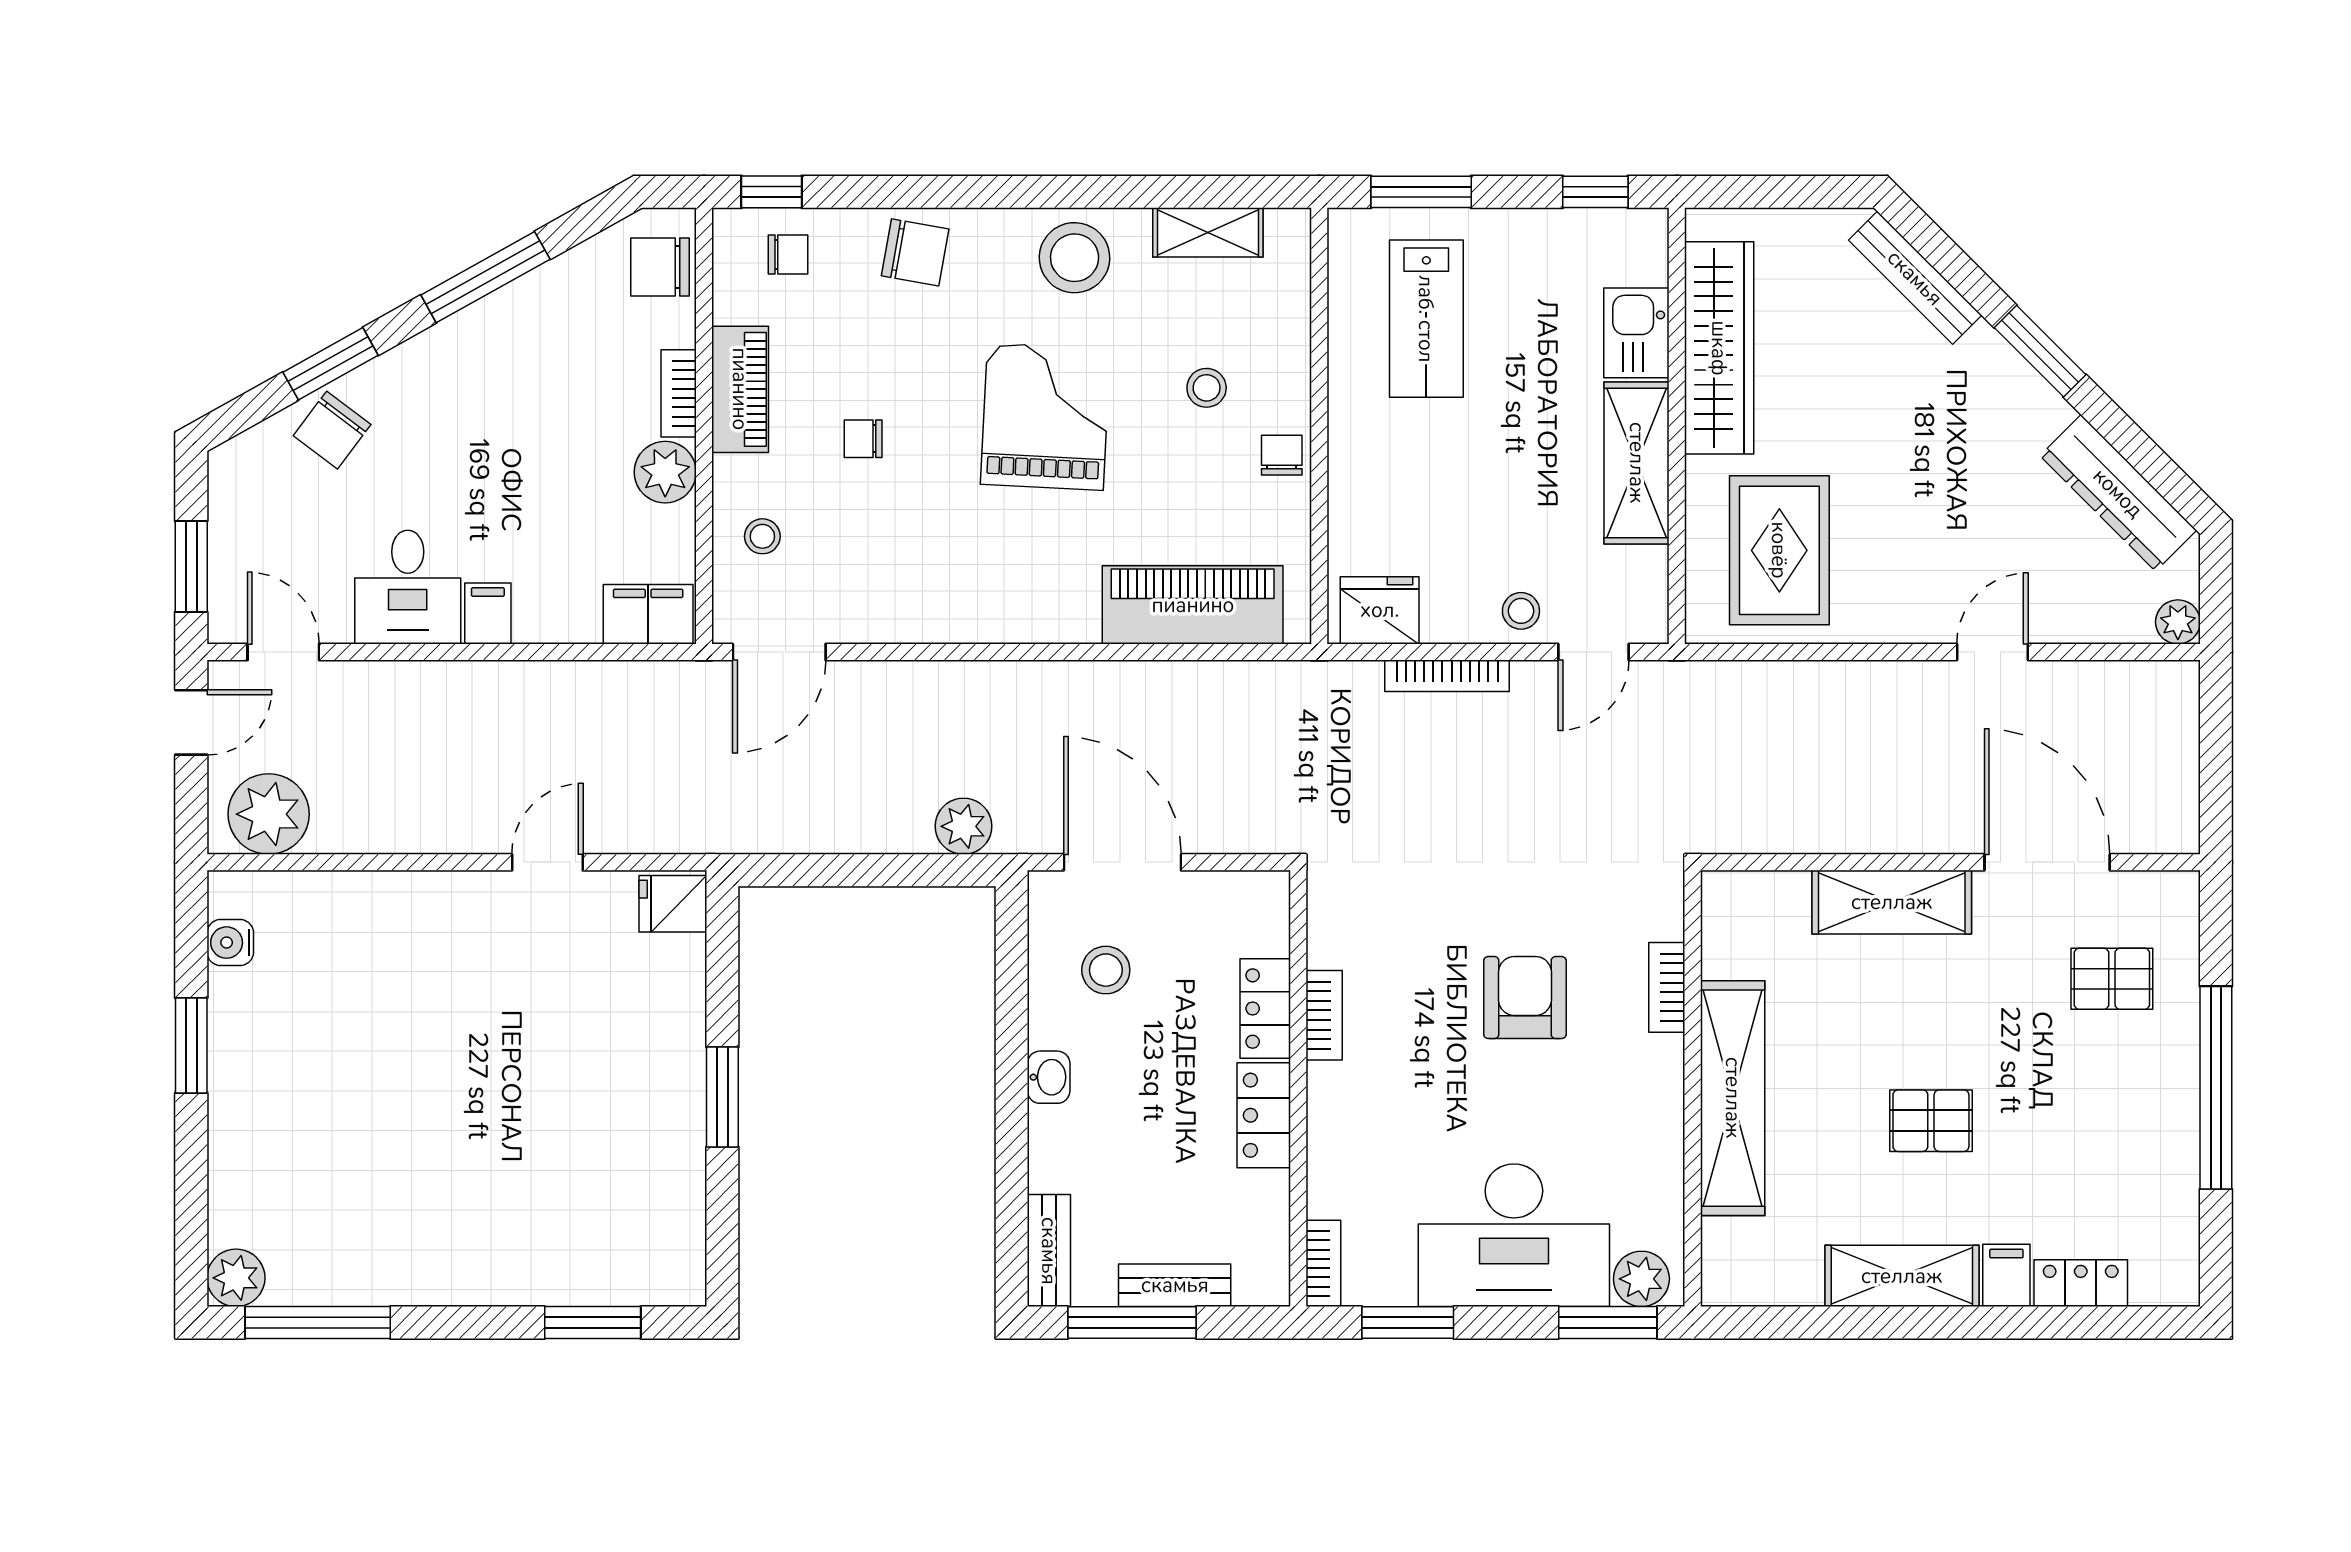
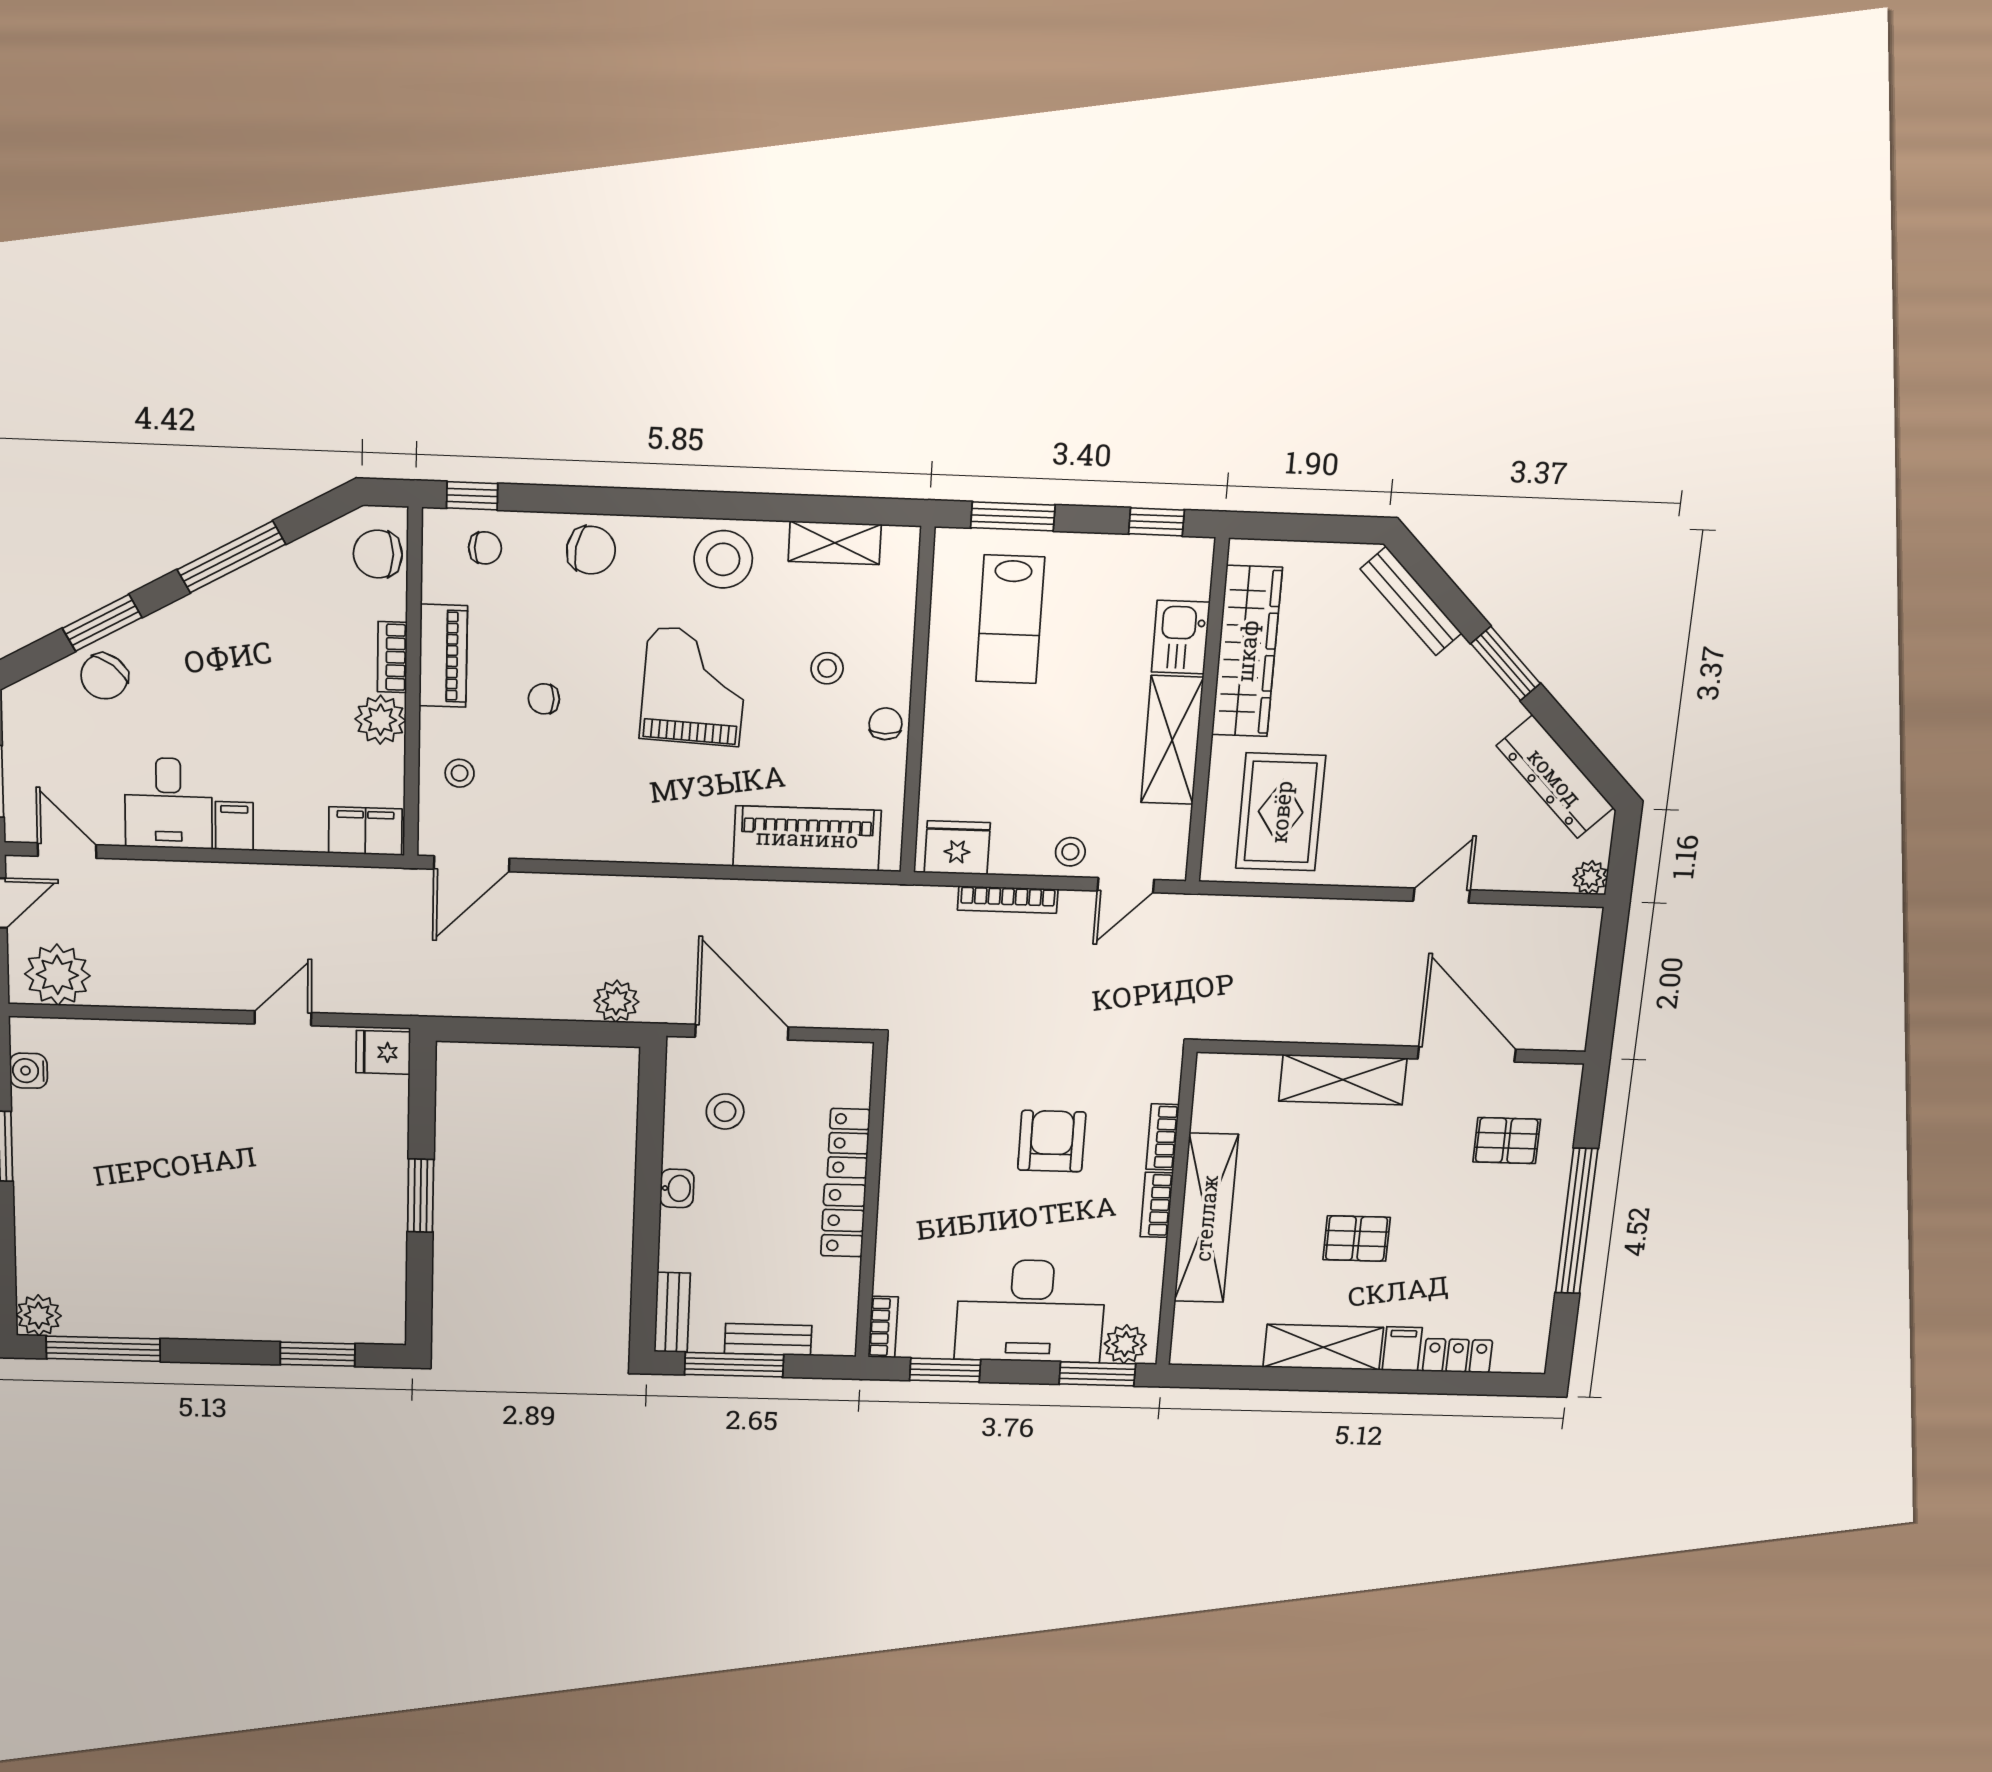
bookcase: (1324, 1015) -> (1157, 1205), moved, turned 180

